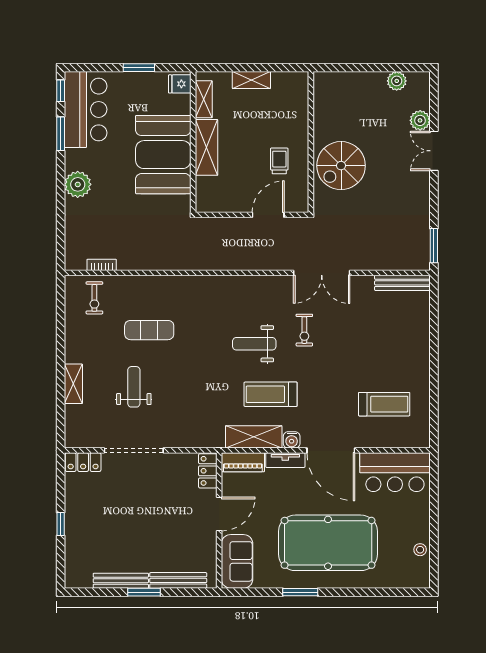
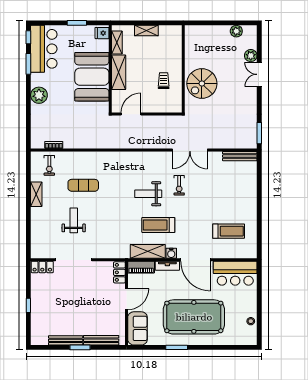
door: (268, 215) -> (131, 114), moved
shelving: (73, 384) -> (36, 194), moved

